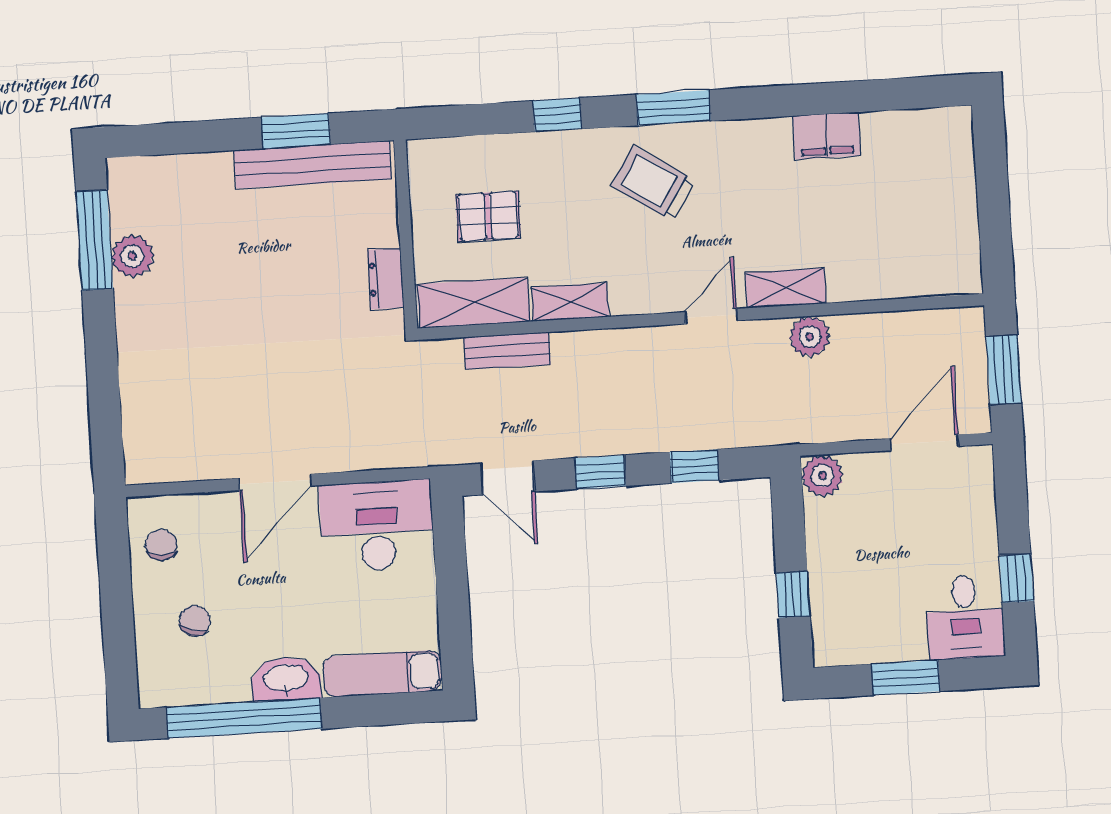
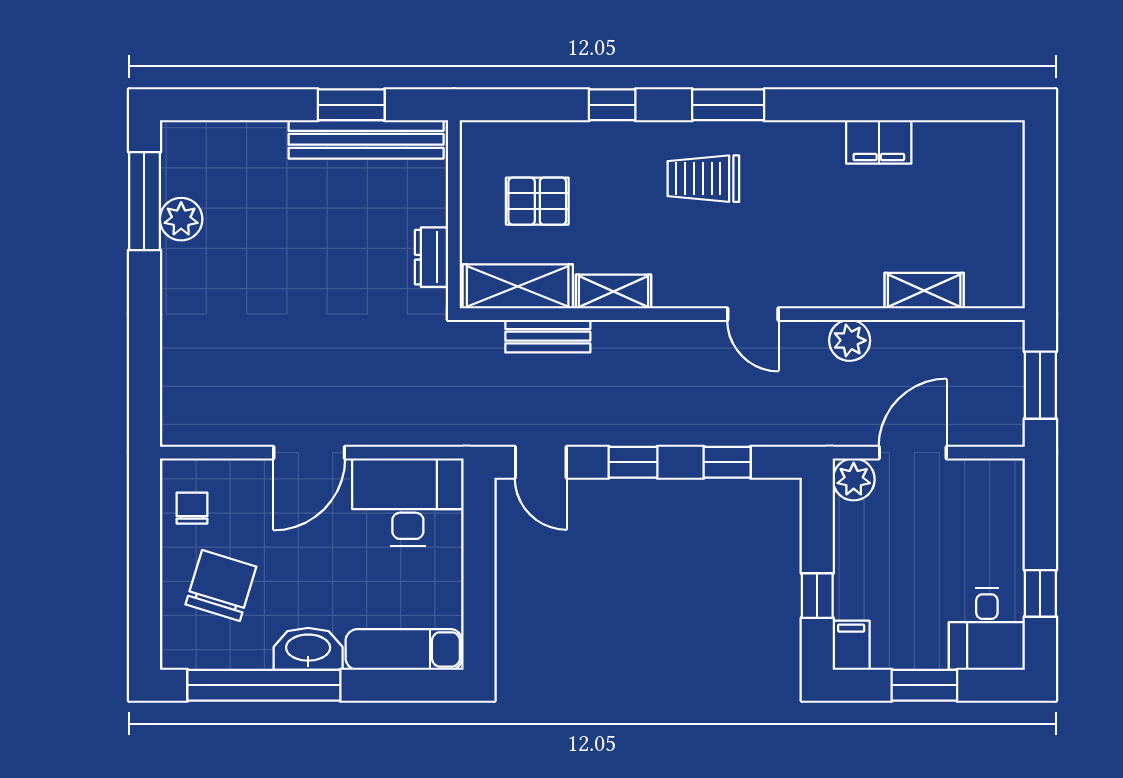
trolley: (653, 183) -> (703, 179), turned -33
shelving: (786, 288) -> (924, 291), moved
door: (711, 316) -> (753, 314), swing flipped
door: (924, 442) -> (913, 453), moved
chair: (195, 621) -> (221, 585), width x1.87, depth x1.87
filing cabinet: (830, 642) -> (851, 645), added

